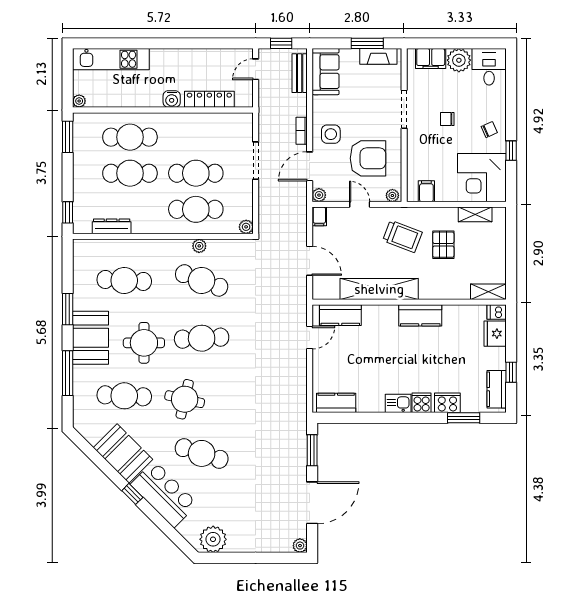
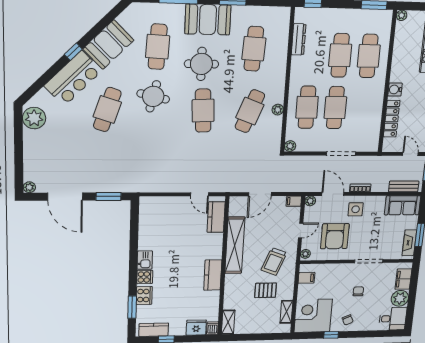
kitchen counter: (336, 403) -> (147, 214), removed

